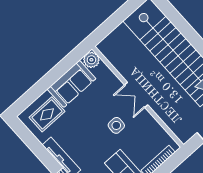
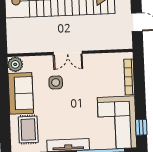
side table: (116, 125) -> (56, 82), moved

